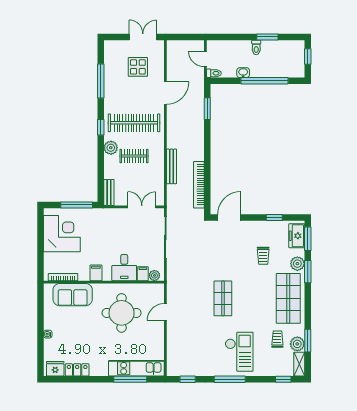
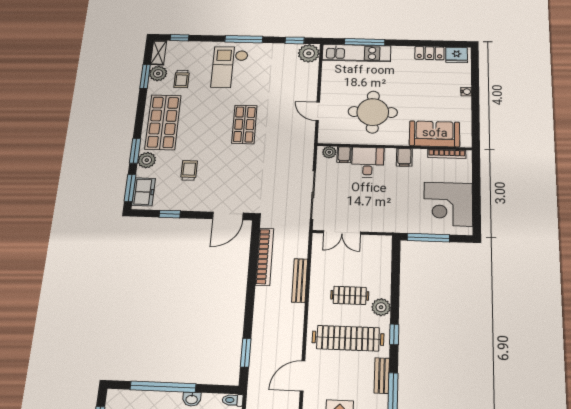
bench: (109, 192) -> (382, 376), moved
door: (165, 312) -> (318, 111), swing flipped
plant: (175, 367) -> (309, 53), added

